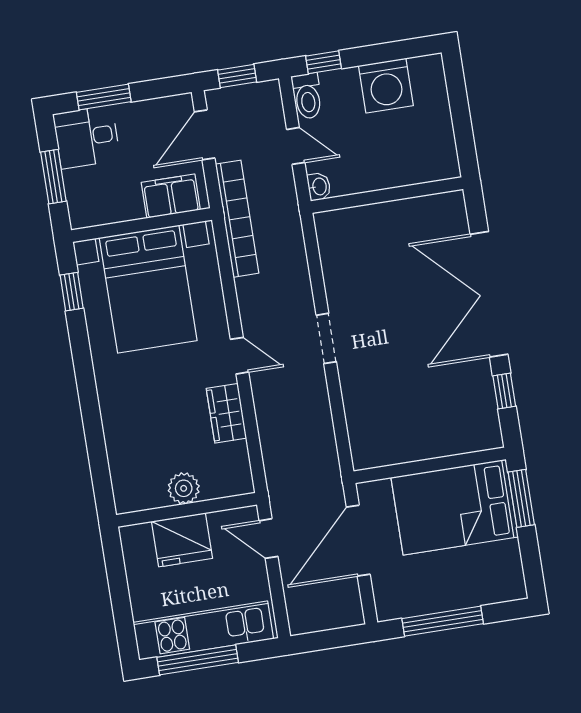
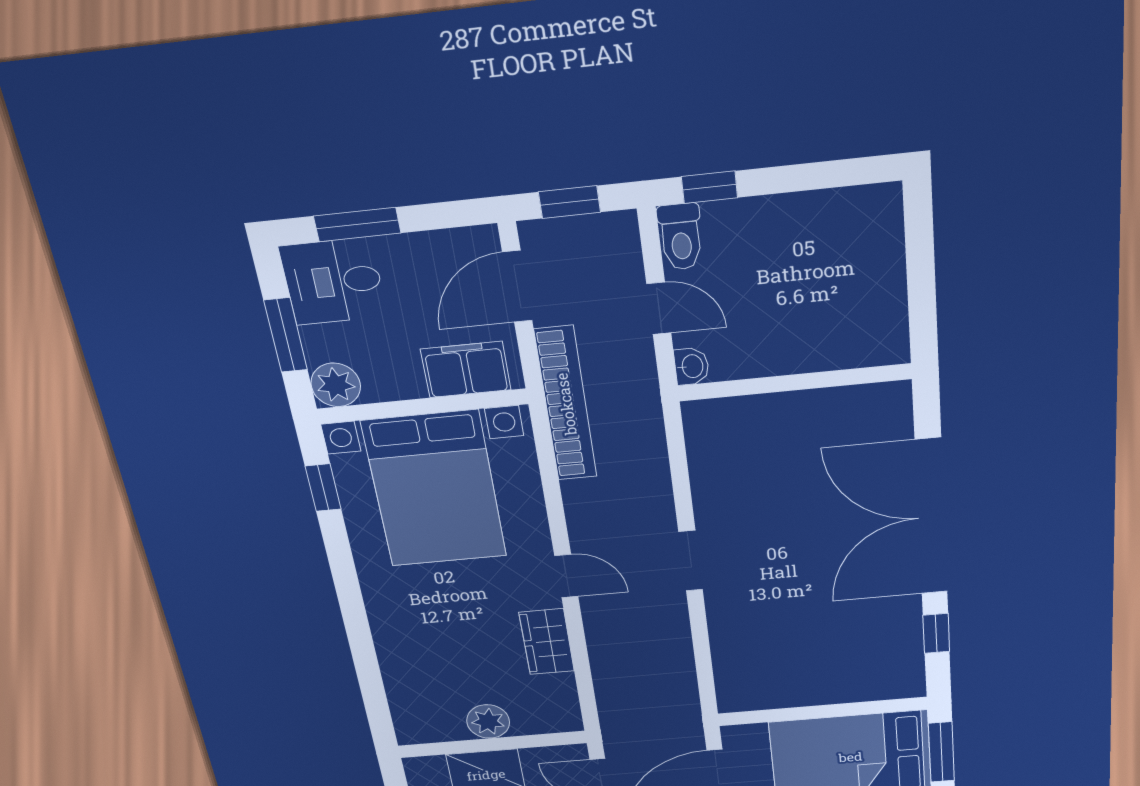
washing machine: (386, 86) -> (807, 227), removed
plant: (84, 212) -> (336, 385), added

